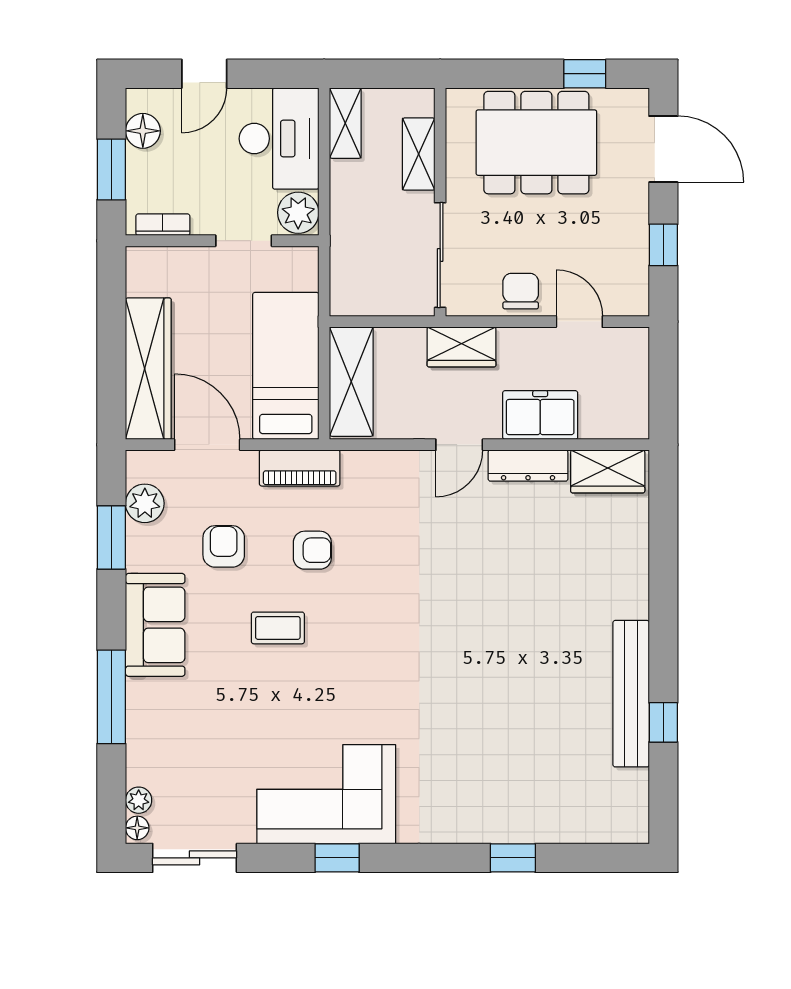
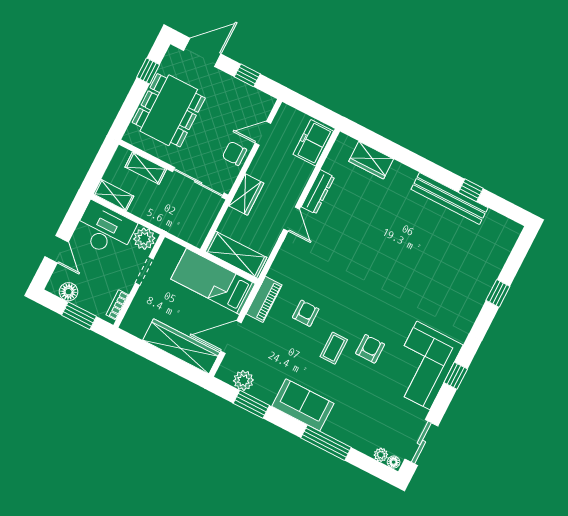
freezer: (540, 415) -> (313, 143), moved
wardrobe: (608, 471) -> (371, 160), moved, turned 90
armchair: (224, 546) -> (370, 349), moved, turned 90

